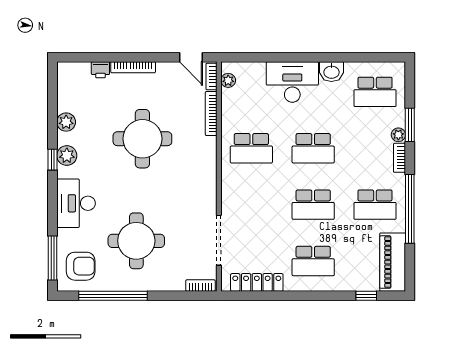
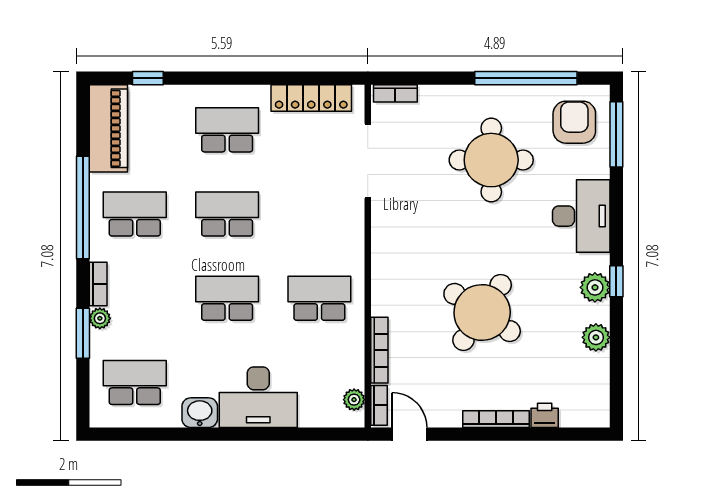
round table: (142, 139) -> (482, 312), turned 34
armchair: (81, 266) -> (574, 122), turned 90

